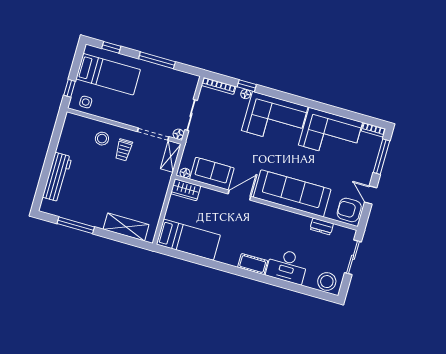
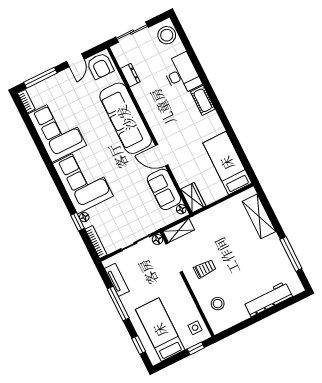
tv unit: (176, 76) -> (117, 280), added
stool: (102, 139) -> (218, 304), moved

